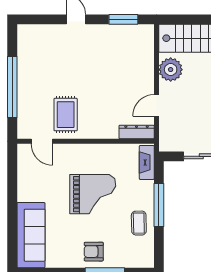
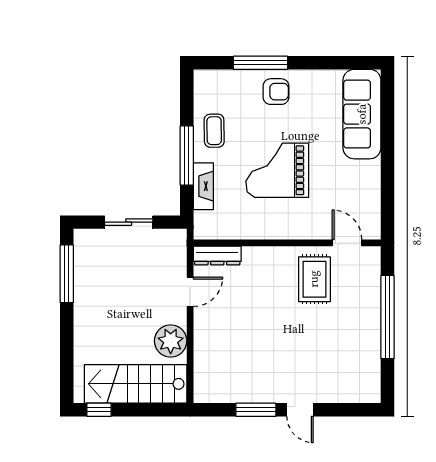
window: (123, 19) -> (256, 410), moved
fireplace: (147, 162) -> (203, 186), moved

